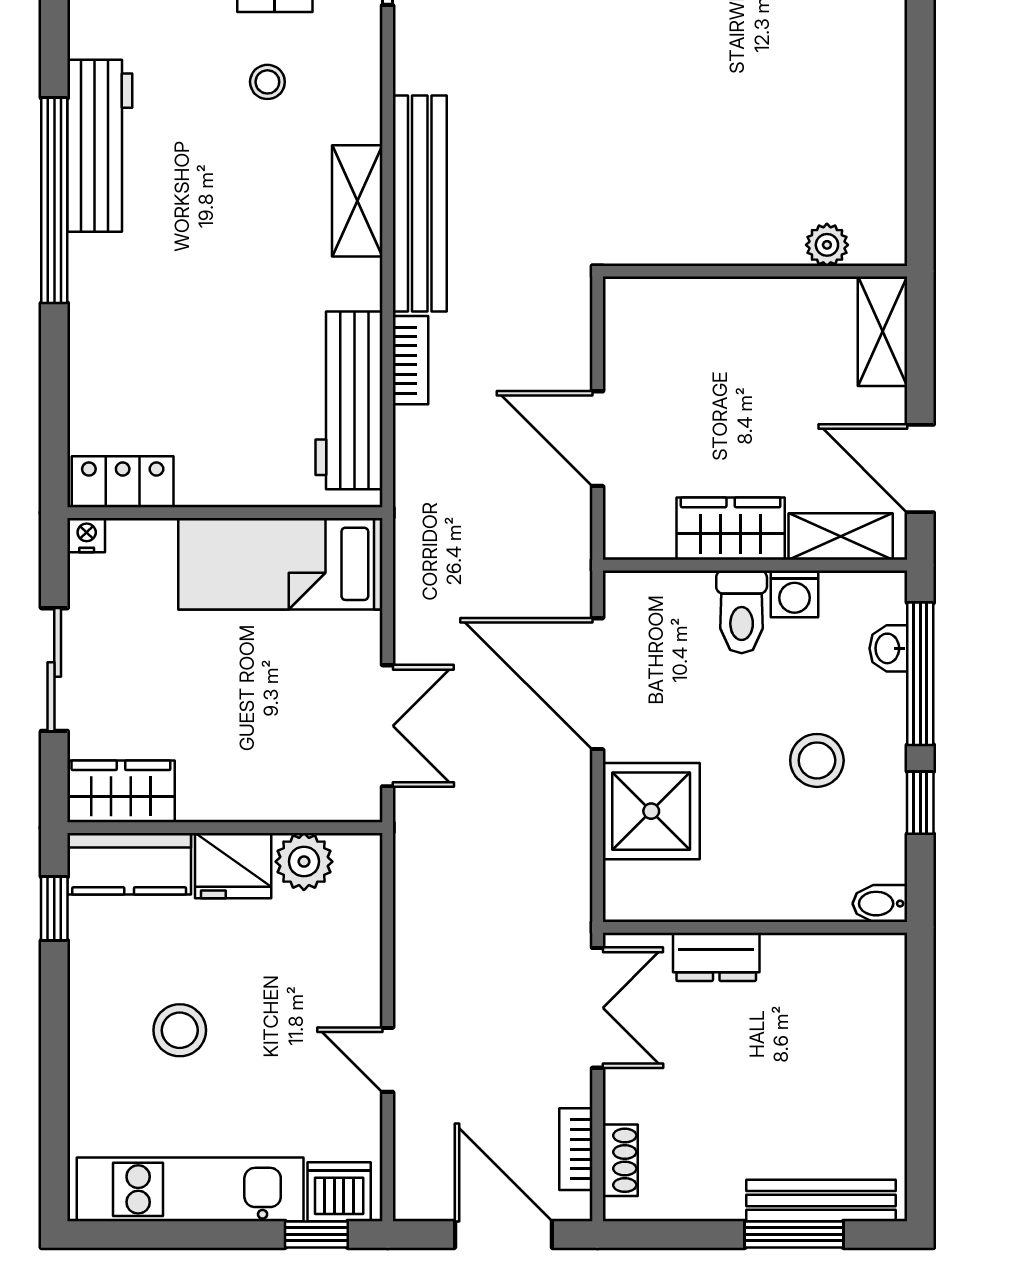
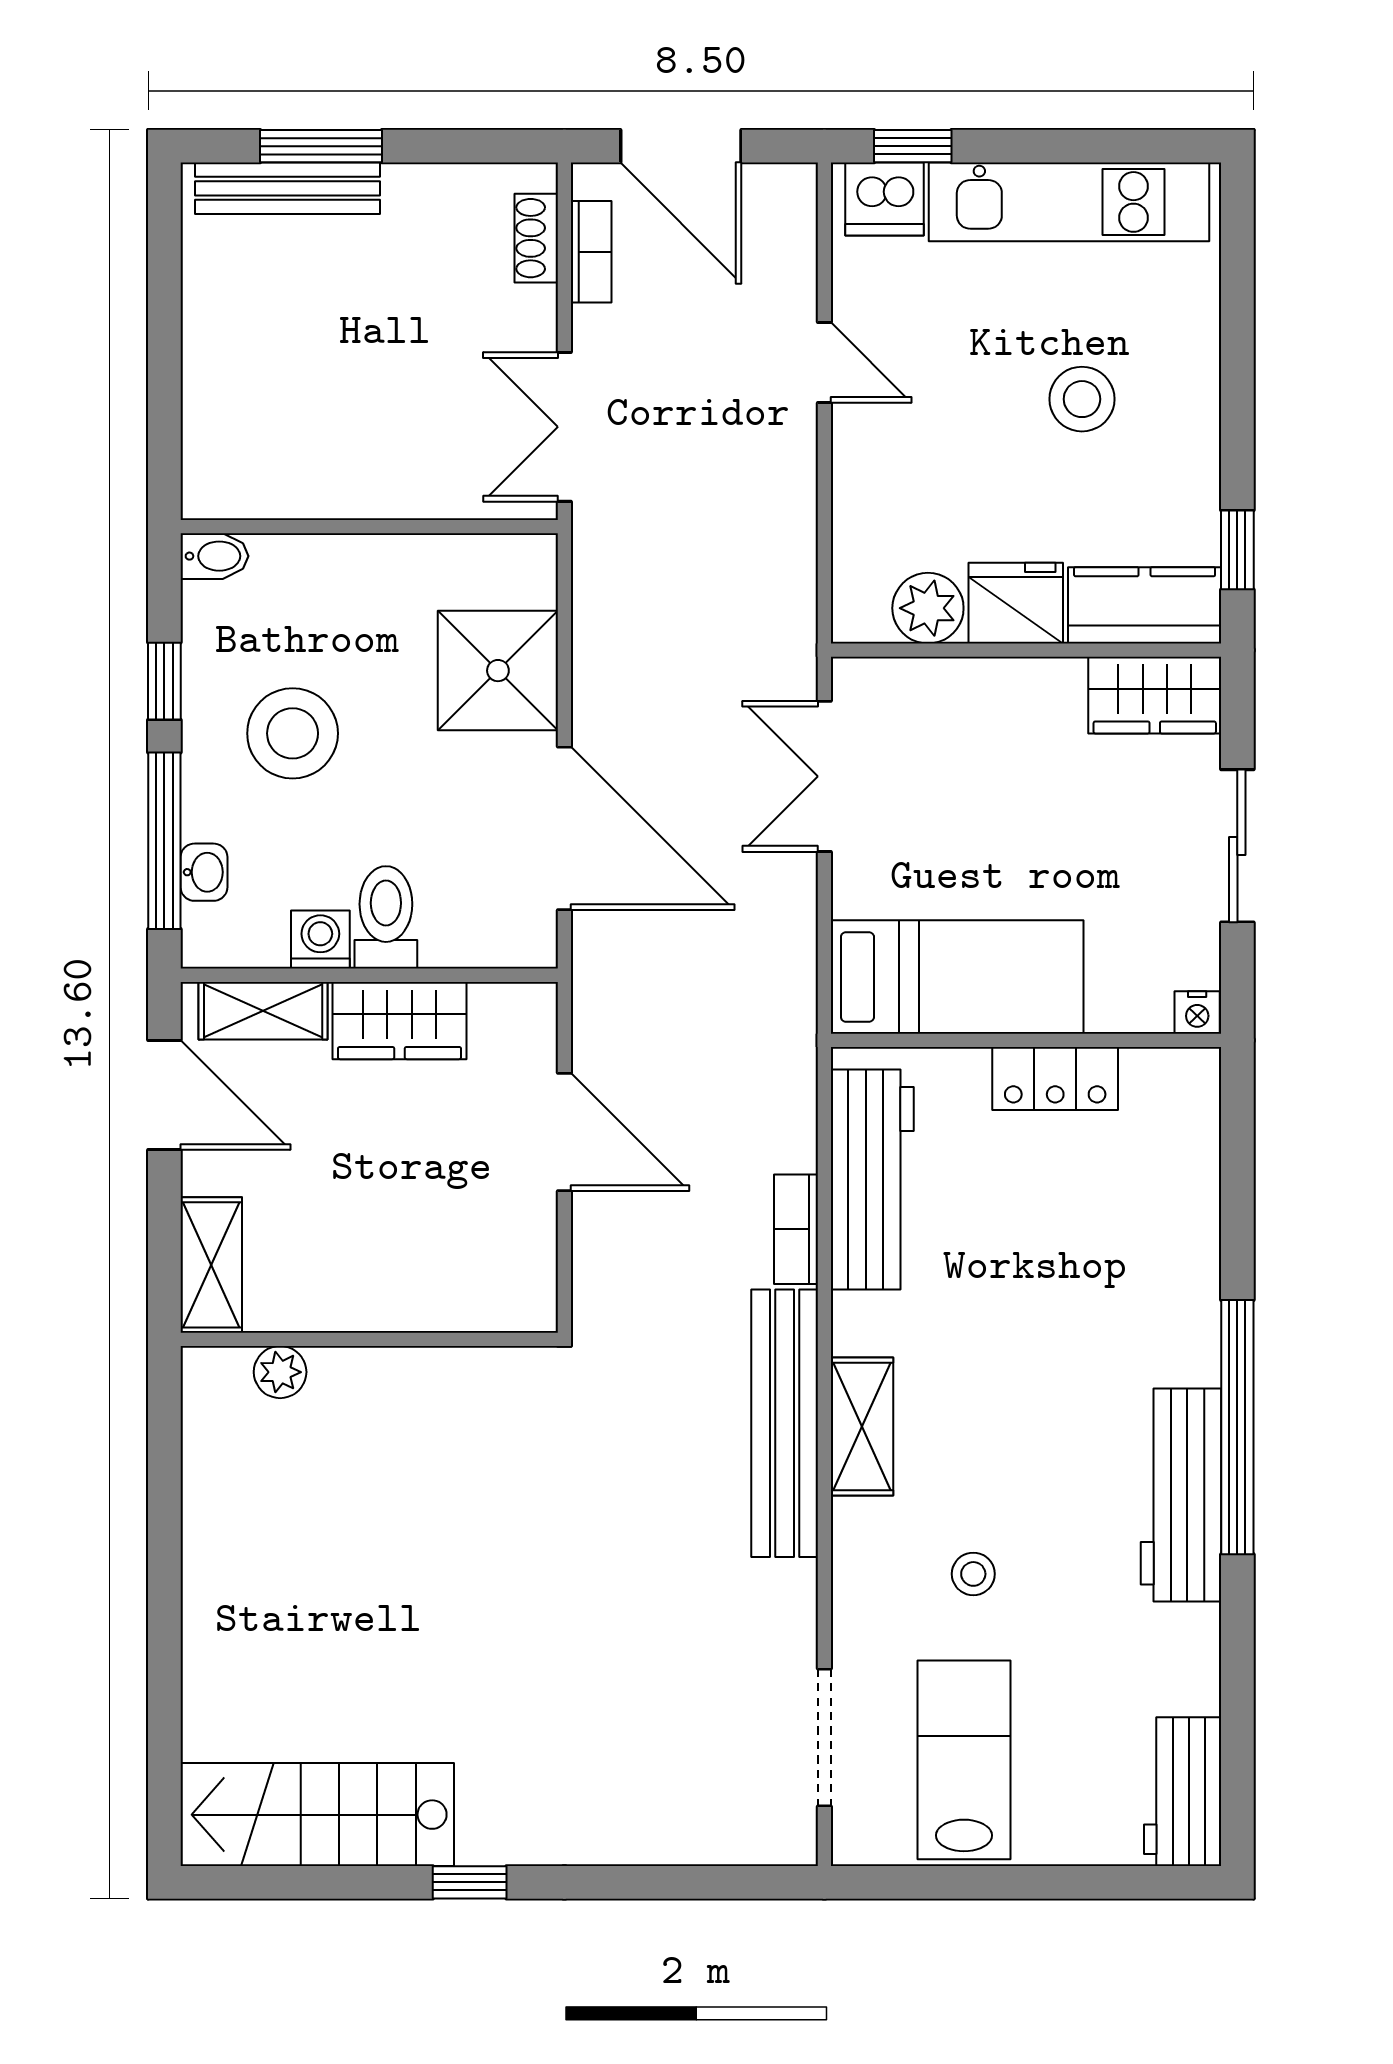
locker: (123, 482) -> (1055, 1078), moved
stool: (817, 760) -> (293, 733), width x1.38, depth x1.38
dresser: (716, 957) -> (417, 490), removed

